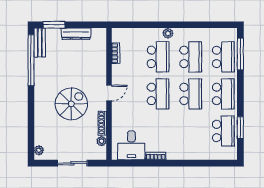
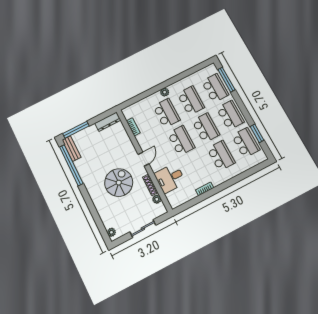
window: (54, 25) -> (76, 130), width x1.44
dresser: (76, 34) -> (108, 122), moved
school desk: (191, 131) -> (221, 156), added
desk: (131, 145) -> (170, 178), moved, turned 90

